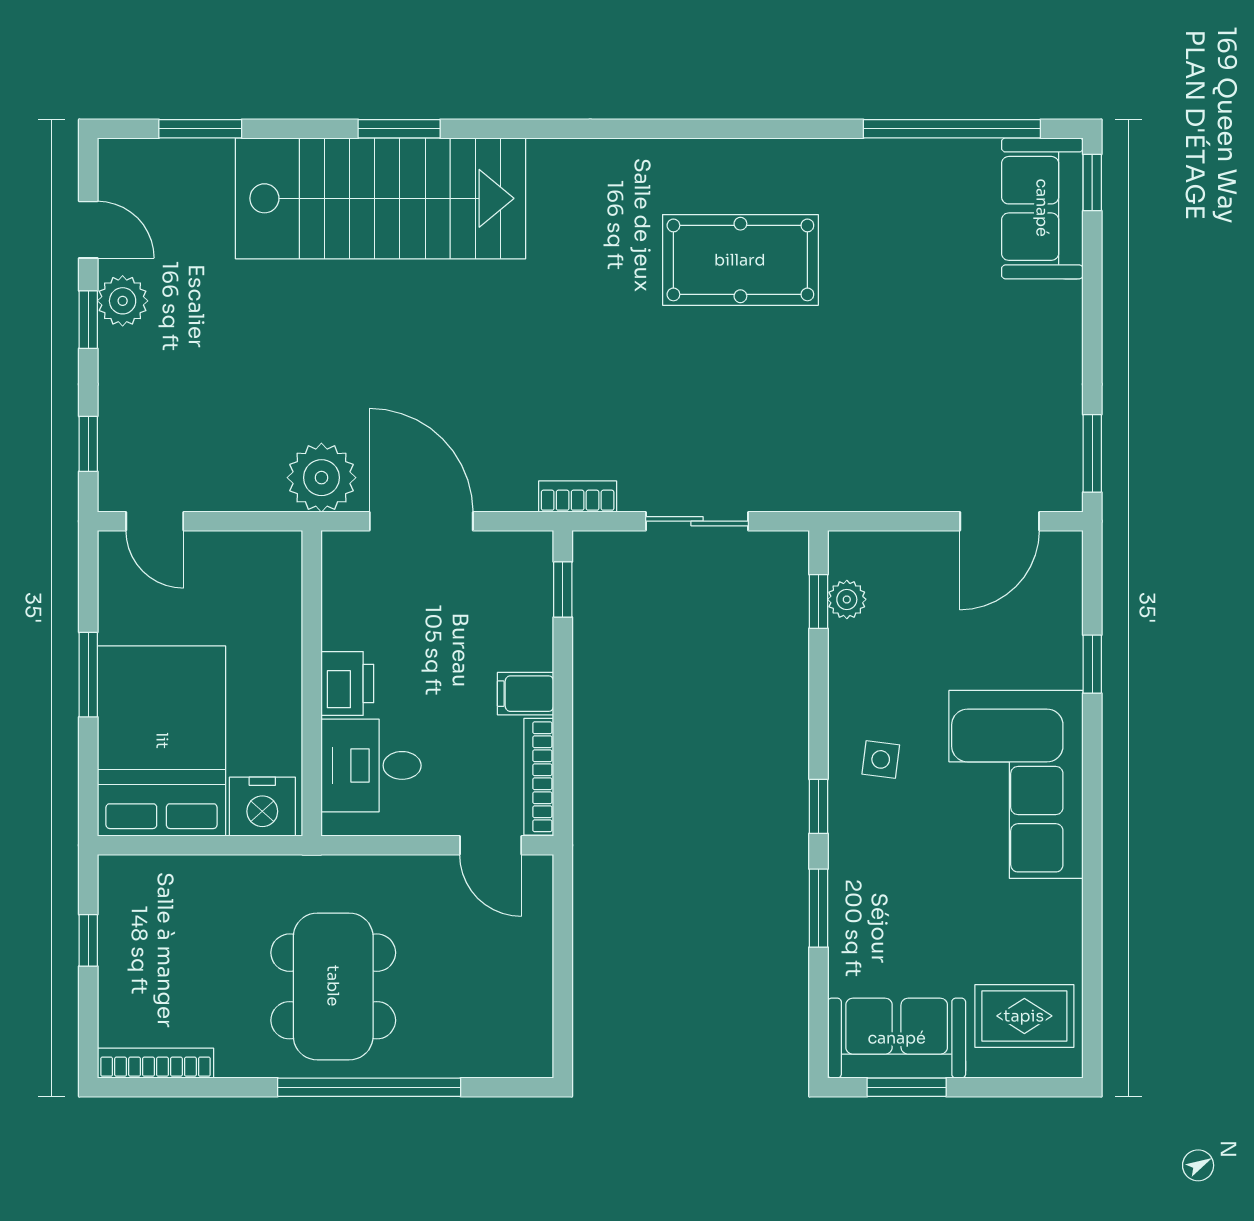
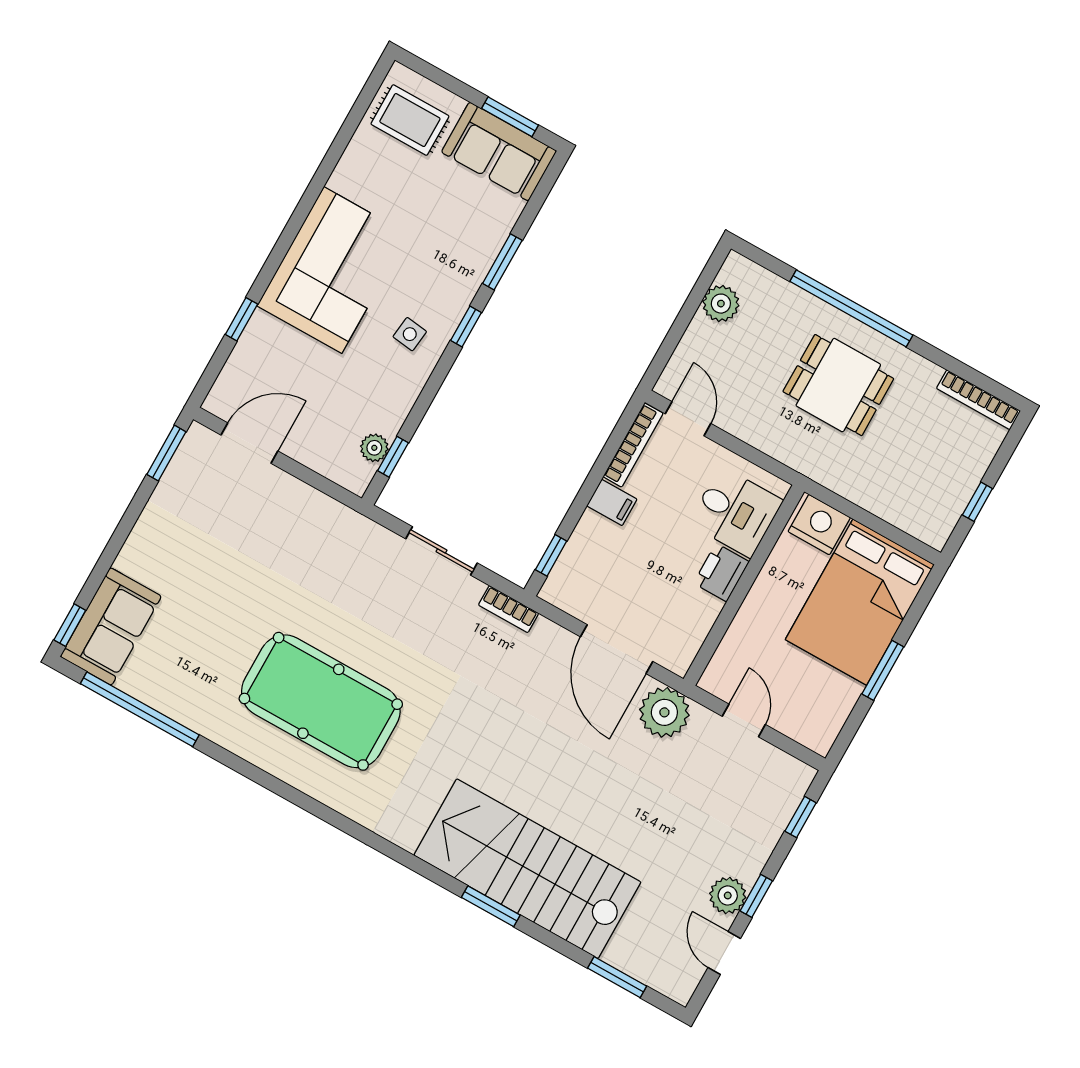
pool table: (740, 260) -> (321, 701), width x1.36, depth x1.32
door: (155, 521) -> (744, 720), moved
dining table: (333, 986) -> (838, 385), width x0.73
plant: (529, 1005) -> (721, 304), added

